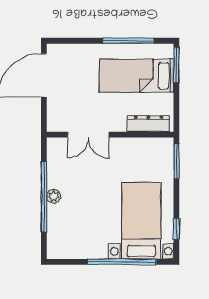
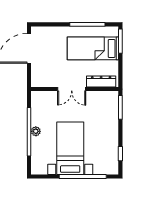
double door: (88, 135) -> (72, 89), moved
bed with nightstands: (141, 221) -> (70, 148), moved

